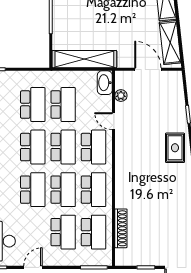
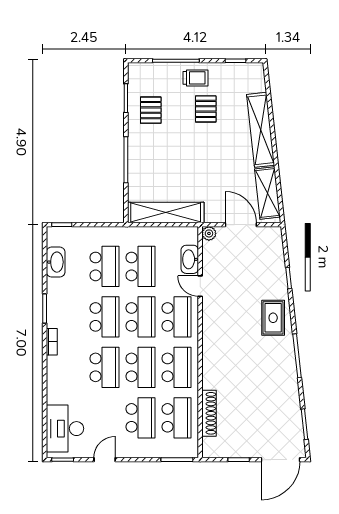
washbasin: (105, 83) -> (190, 259), moved
plant: (121, 96) -> (209, 233), moved

